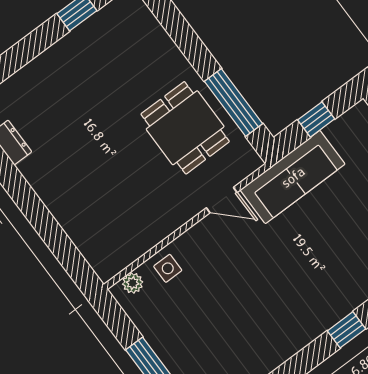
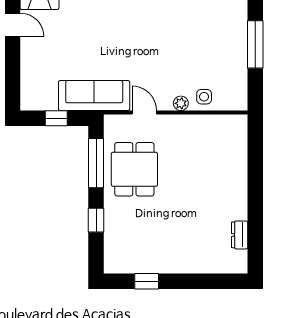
window: (186, 38) -> (96, 220), added
plant: (133, 283) -> (181, 103), moved

